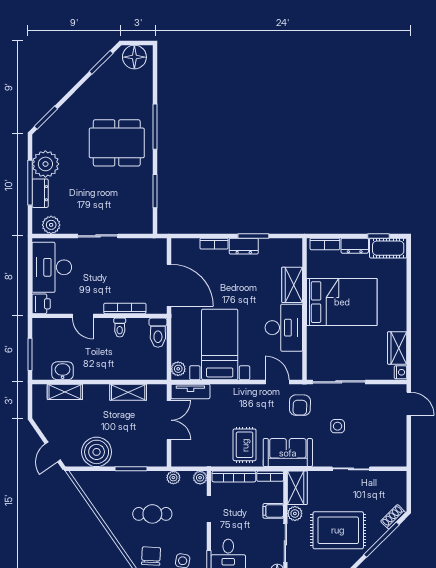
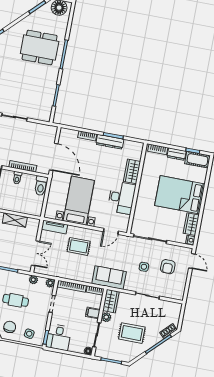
dining table: (117, 143) -> (40, 47), moved
dresser: (244, 246) -> (110, 142), width x1.44
bed: (342, 302) -> (180, 195), moved, turned 180
plant: (178, 369) -> (49, 211), removed
door: (277, 382) -> (111, 231), swing flipped
armchair: (300, 405) -> (168, 267), moved
double door: (169, 420) -> (35, 253), moved
rug: (245, 445) -> (79, 246), moved, turned 90
rug: (338, 530) -> (132, 333), width x0.73, depth x0.70

